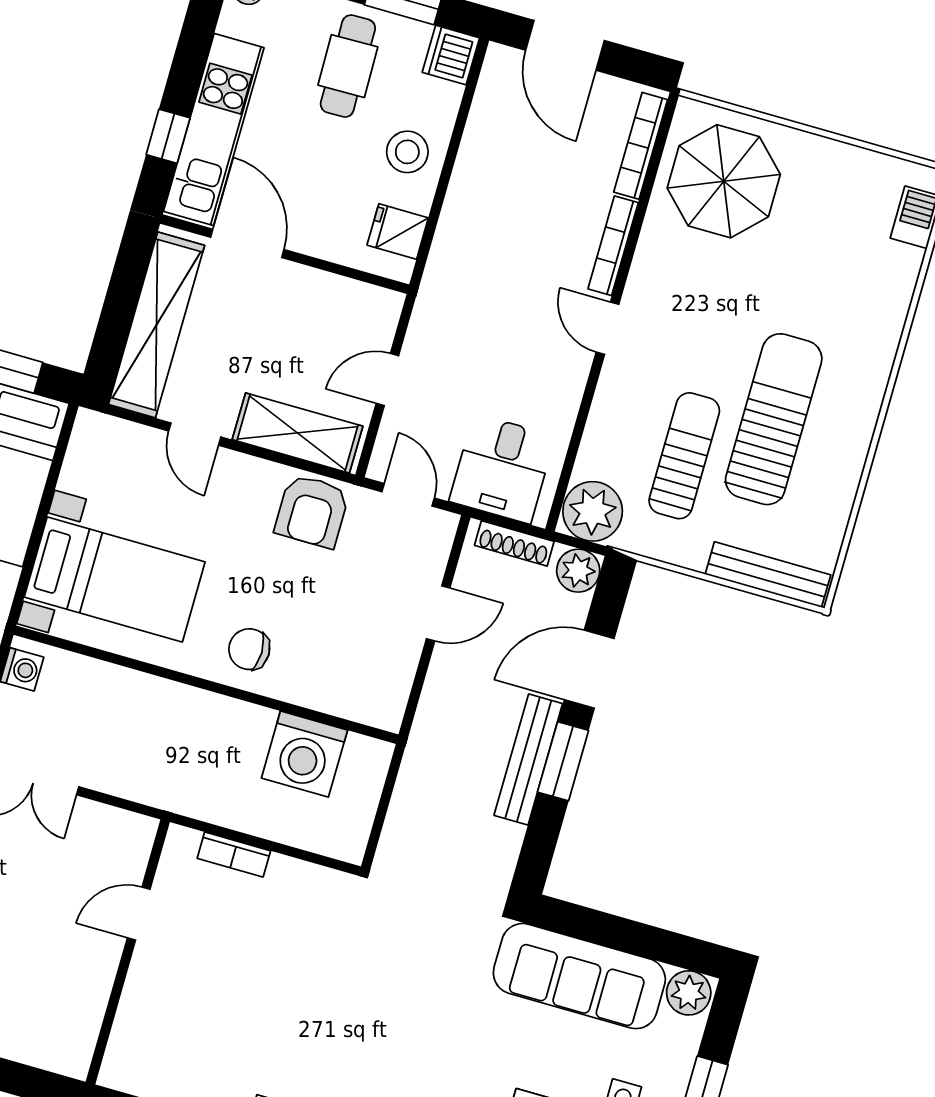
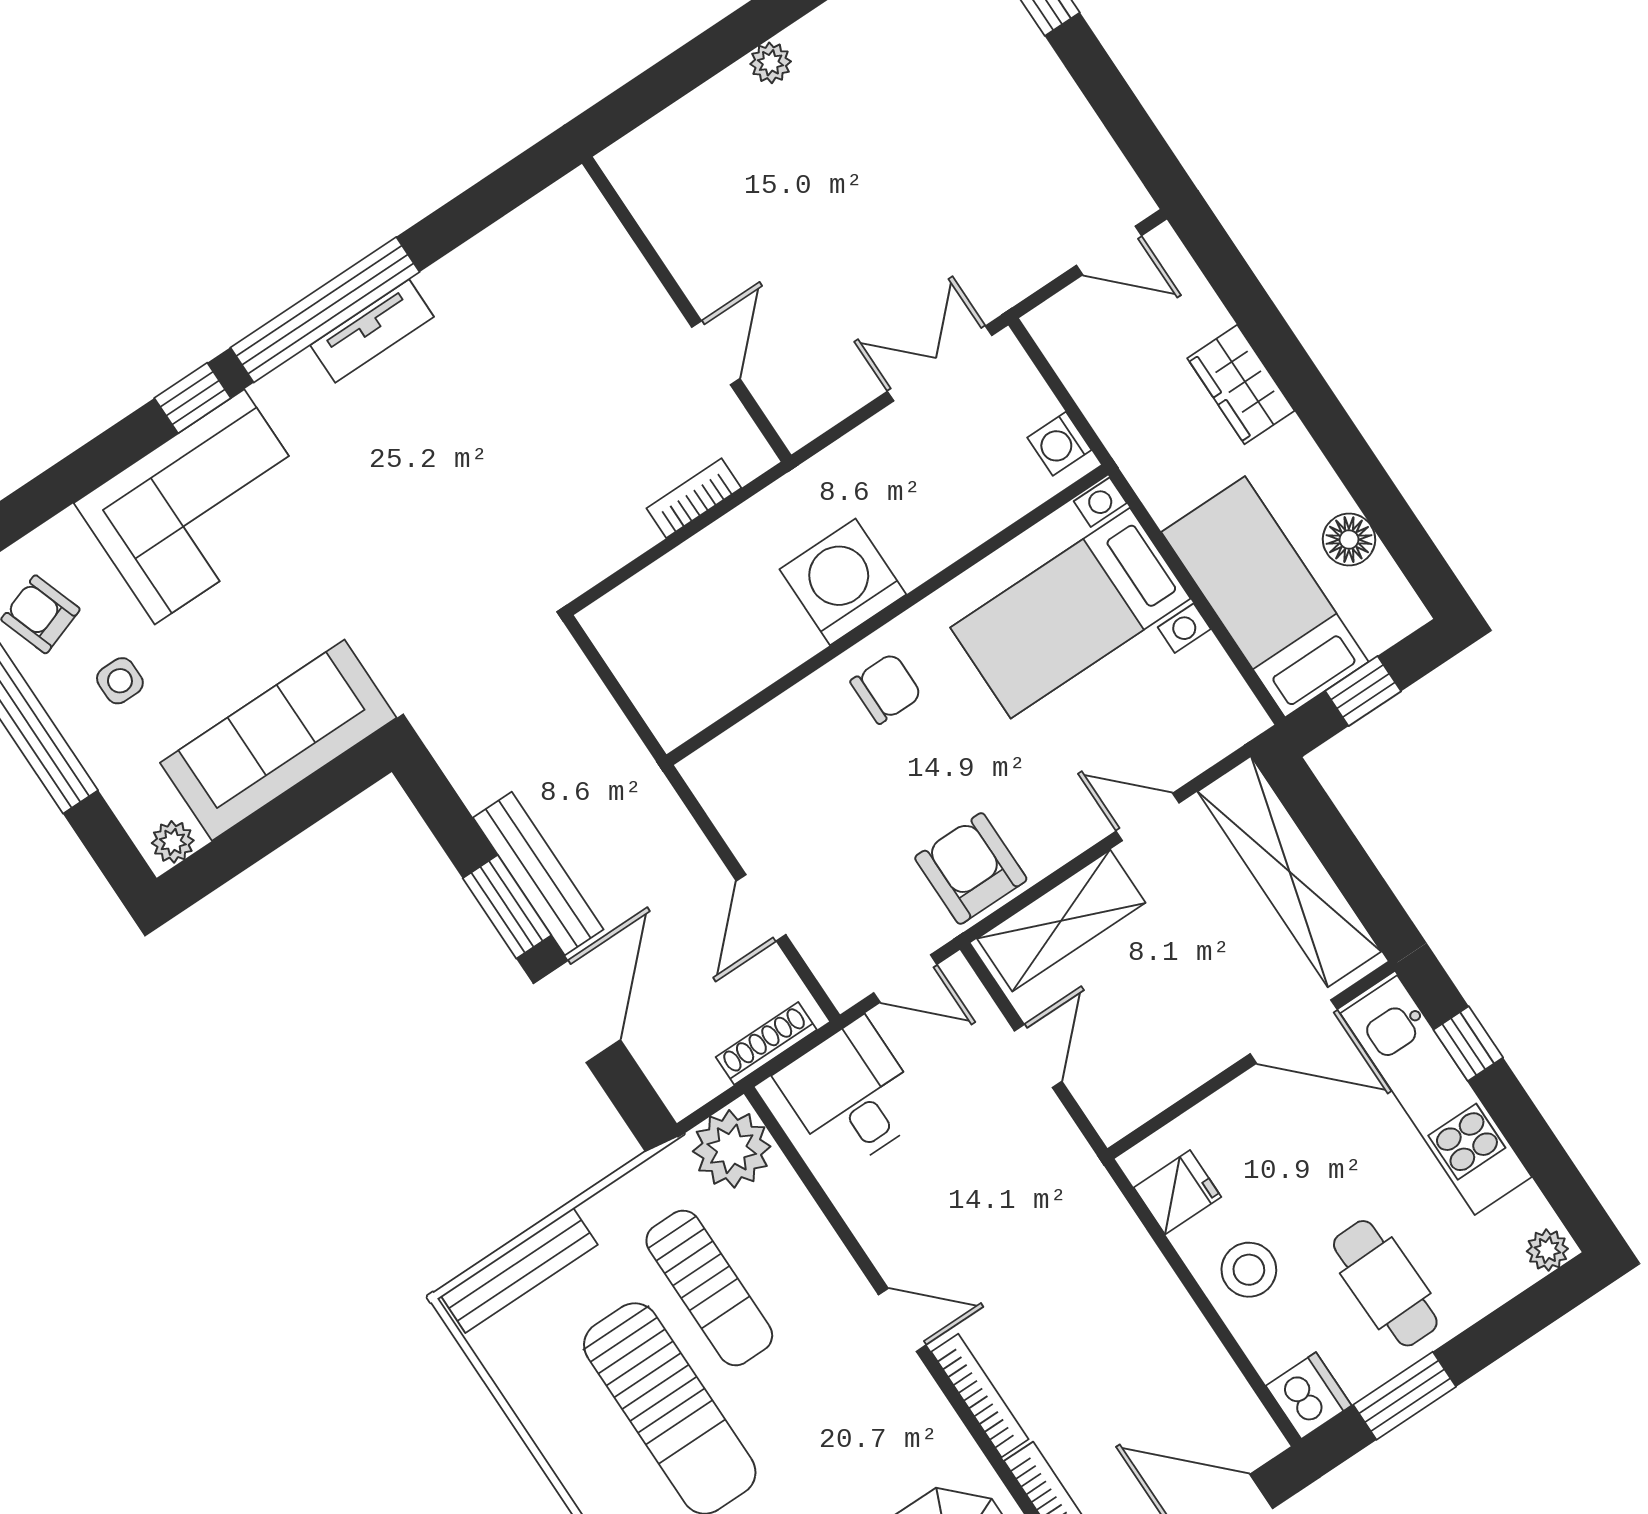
plant: (578, 571) -> (685, 1084), removed
washing machine: (304, 754) -> (843, 582), moved
plant: (689, 993) -> (173, 842), width x0.73, depth x0.73

